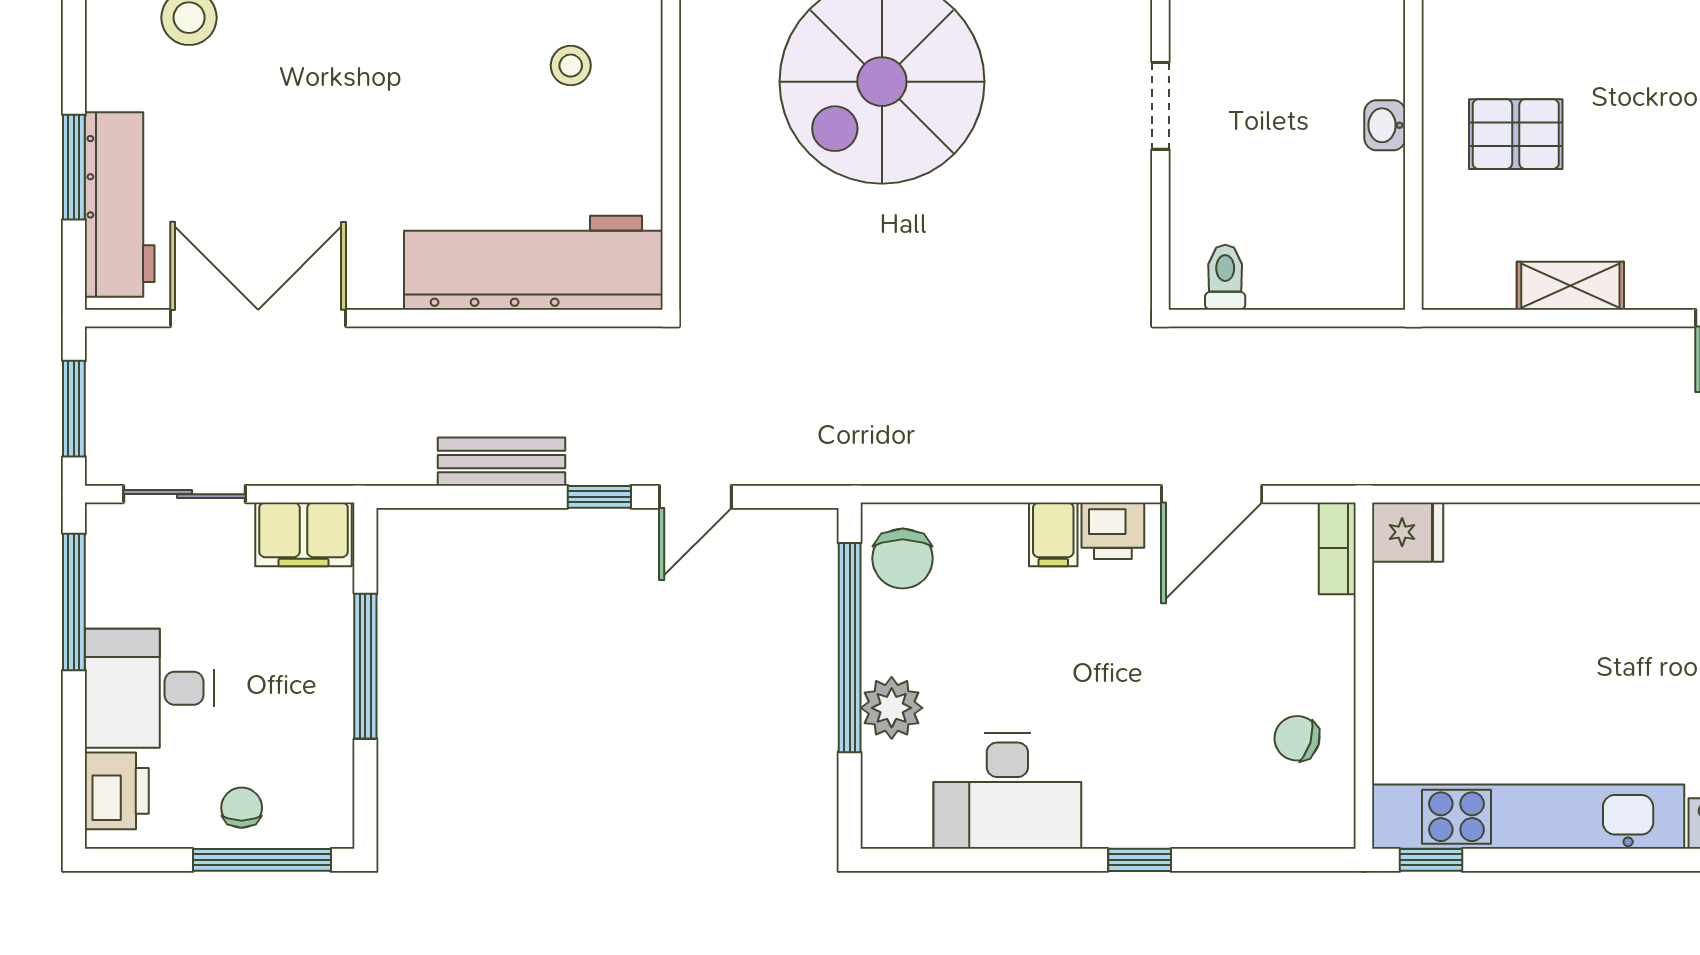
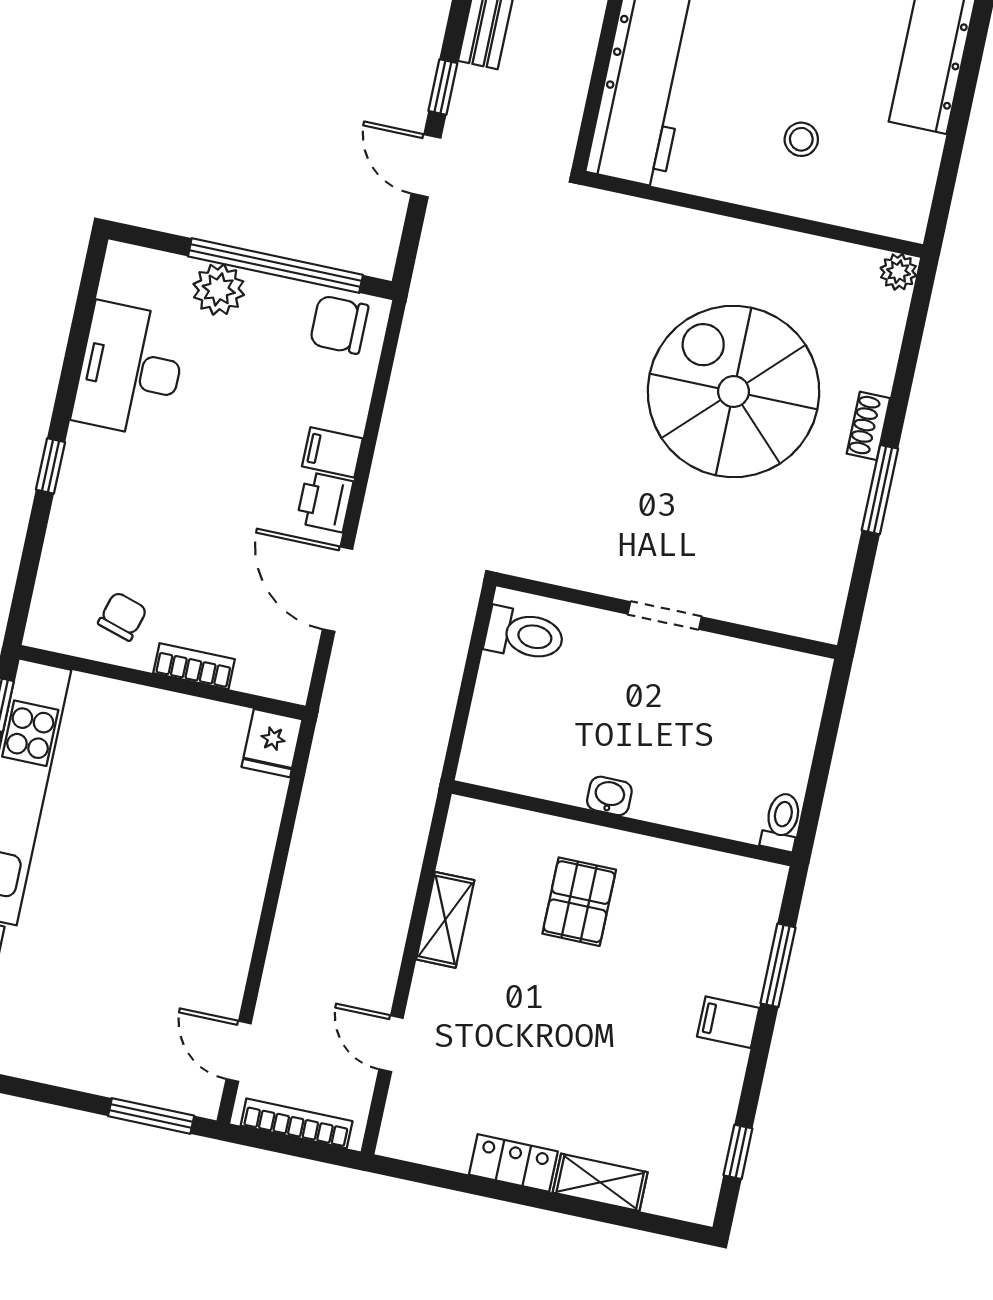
toilet: (1225, 277) -> (525, 635), width x1.37, depth x1.39
bookcase: (1337, 548) -> (194, 666), moved

